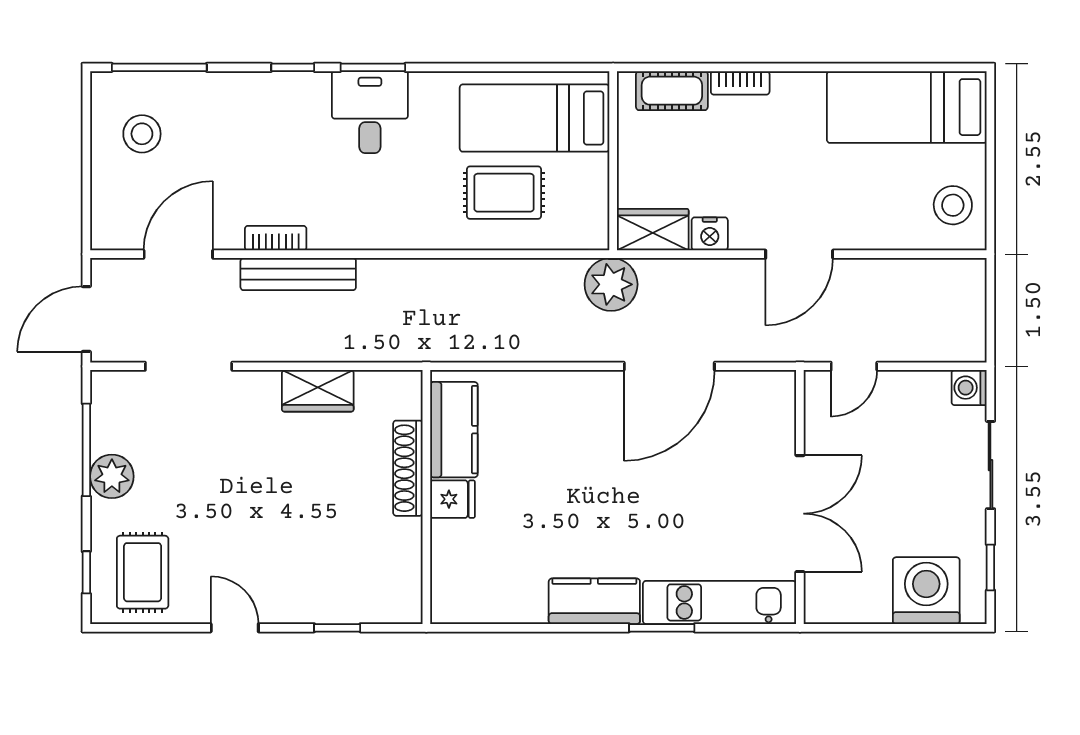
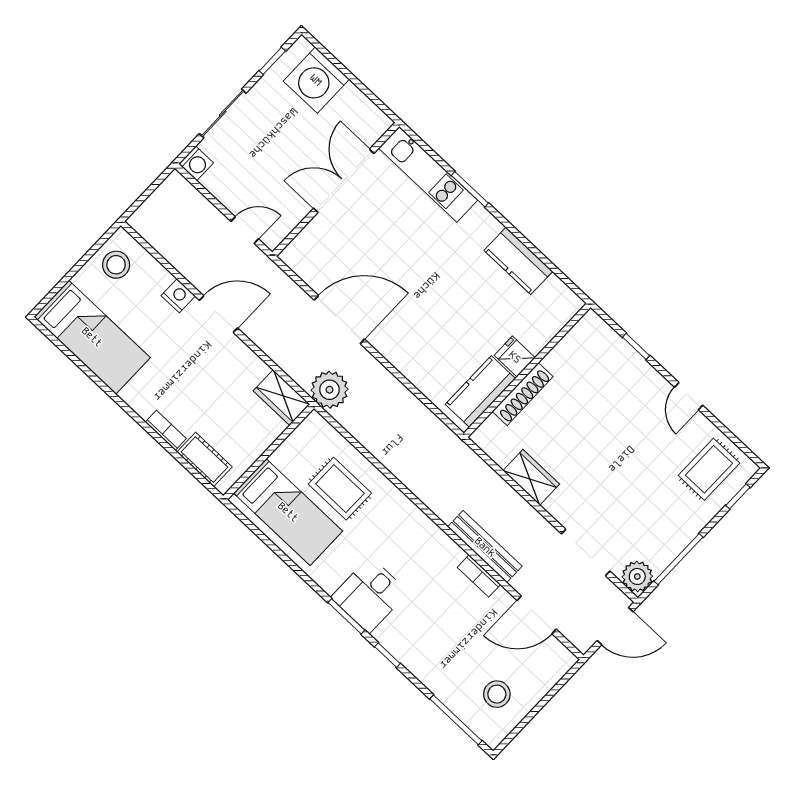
nightstand: (710, 234) -> (178, 296), moved
plant: (112, 476) -> (637, 576), moved
kitchen counter: (594, 601) -> (518, 261), moved

